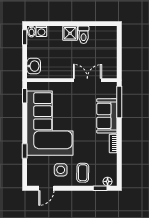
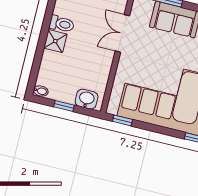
washing machine: (41, 31) -> (44, 78), removed
window: (25, 37) -> (64, 106), moved

